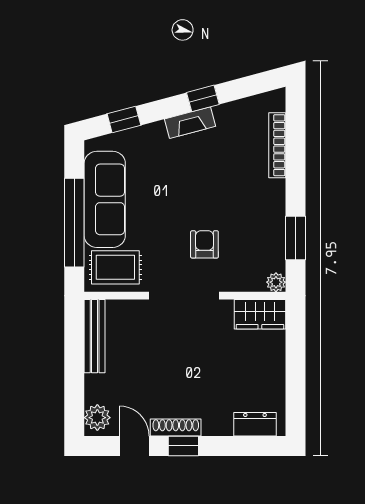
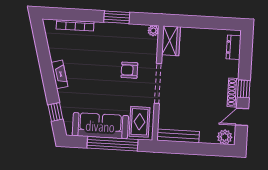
window: (203, 98) -> (46, 66), removed
window: (296, 238) -> (117, 17), moved

